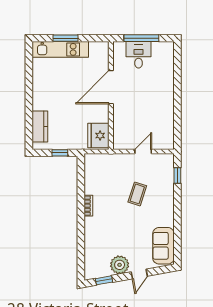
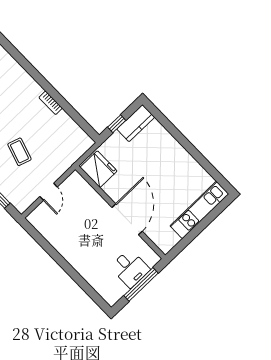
window: (66, 38) -> (204, 224), removed
kitchen counter: (40, 127) -> (136, 123), moved, turned -90

